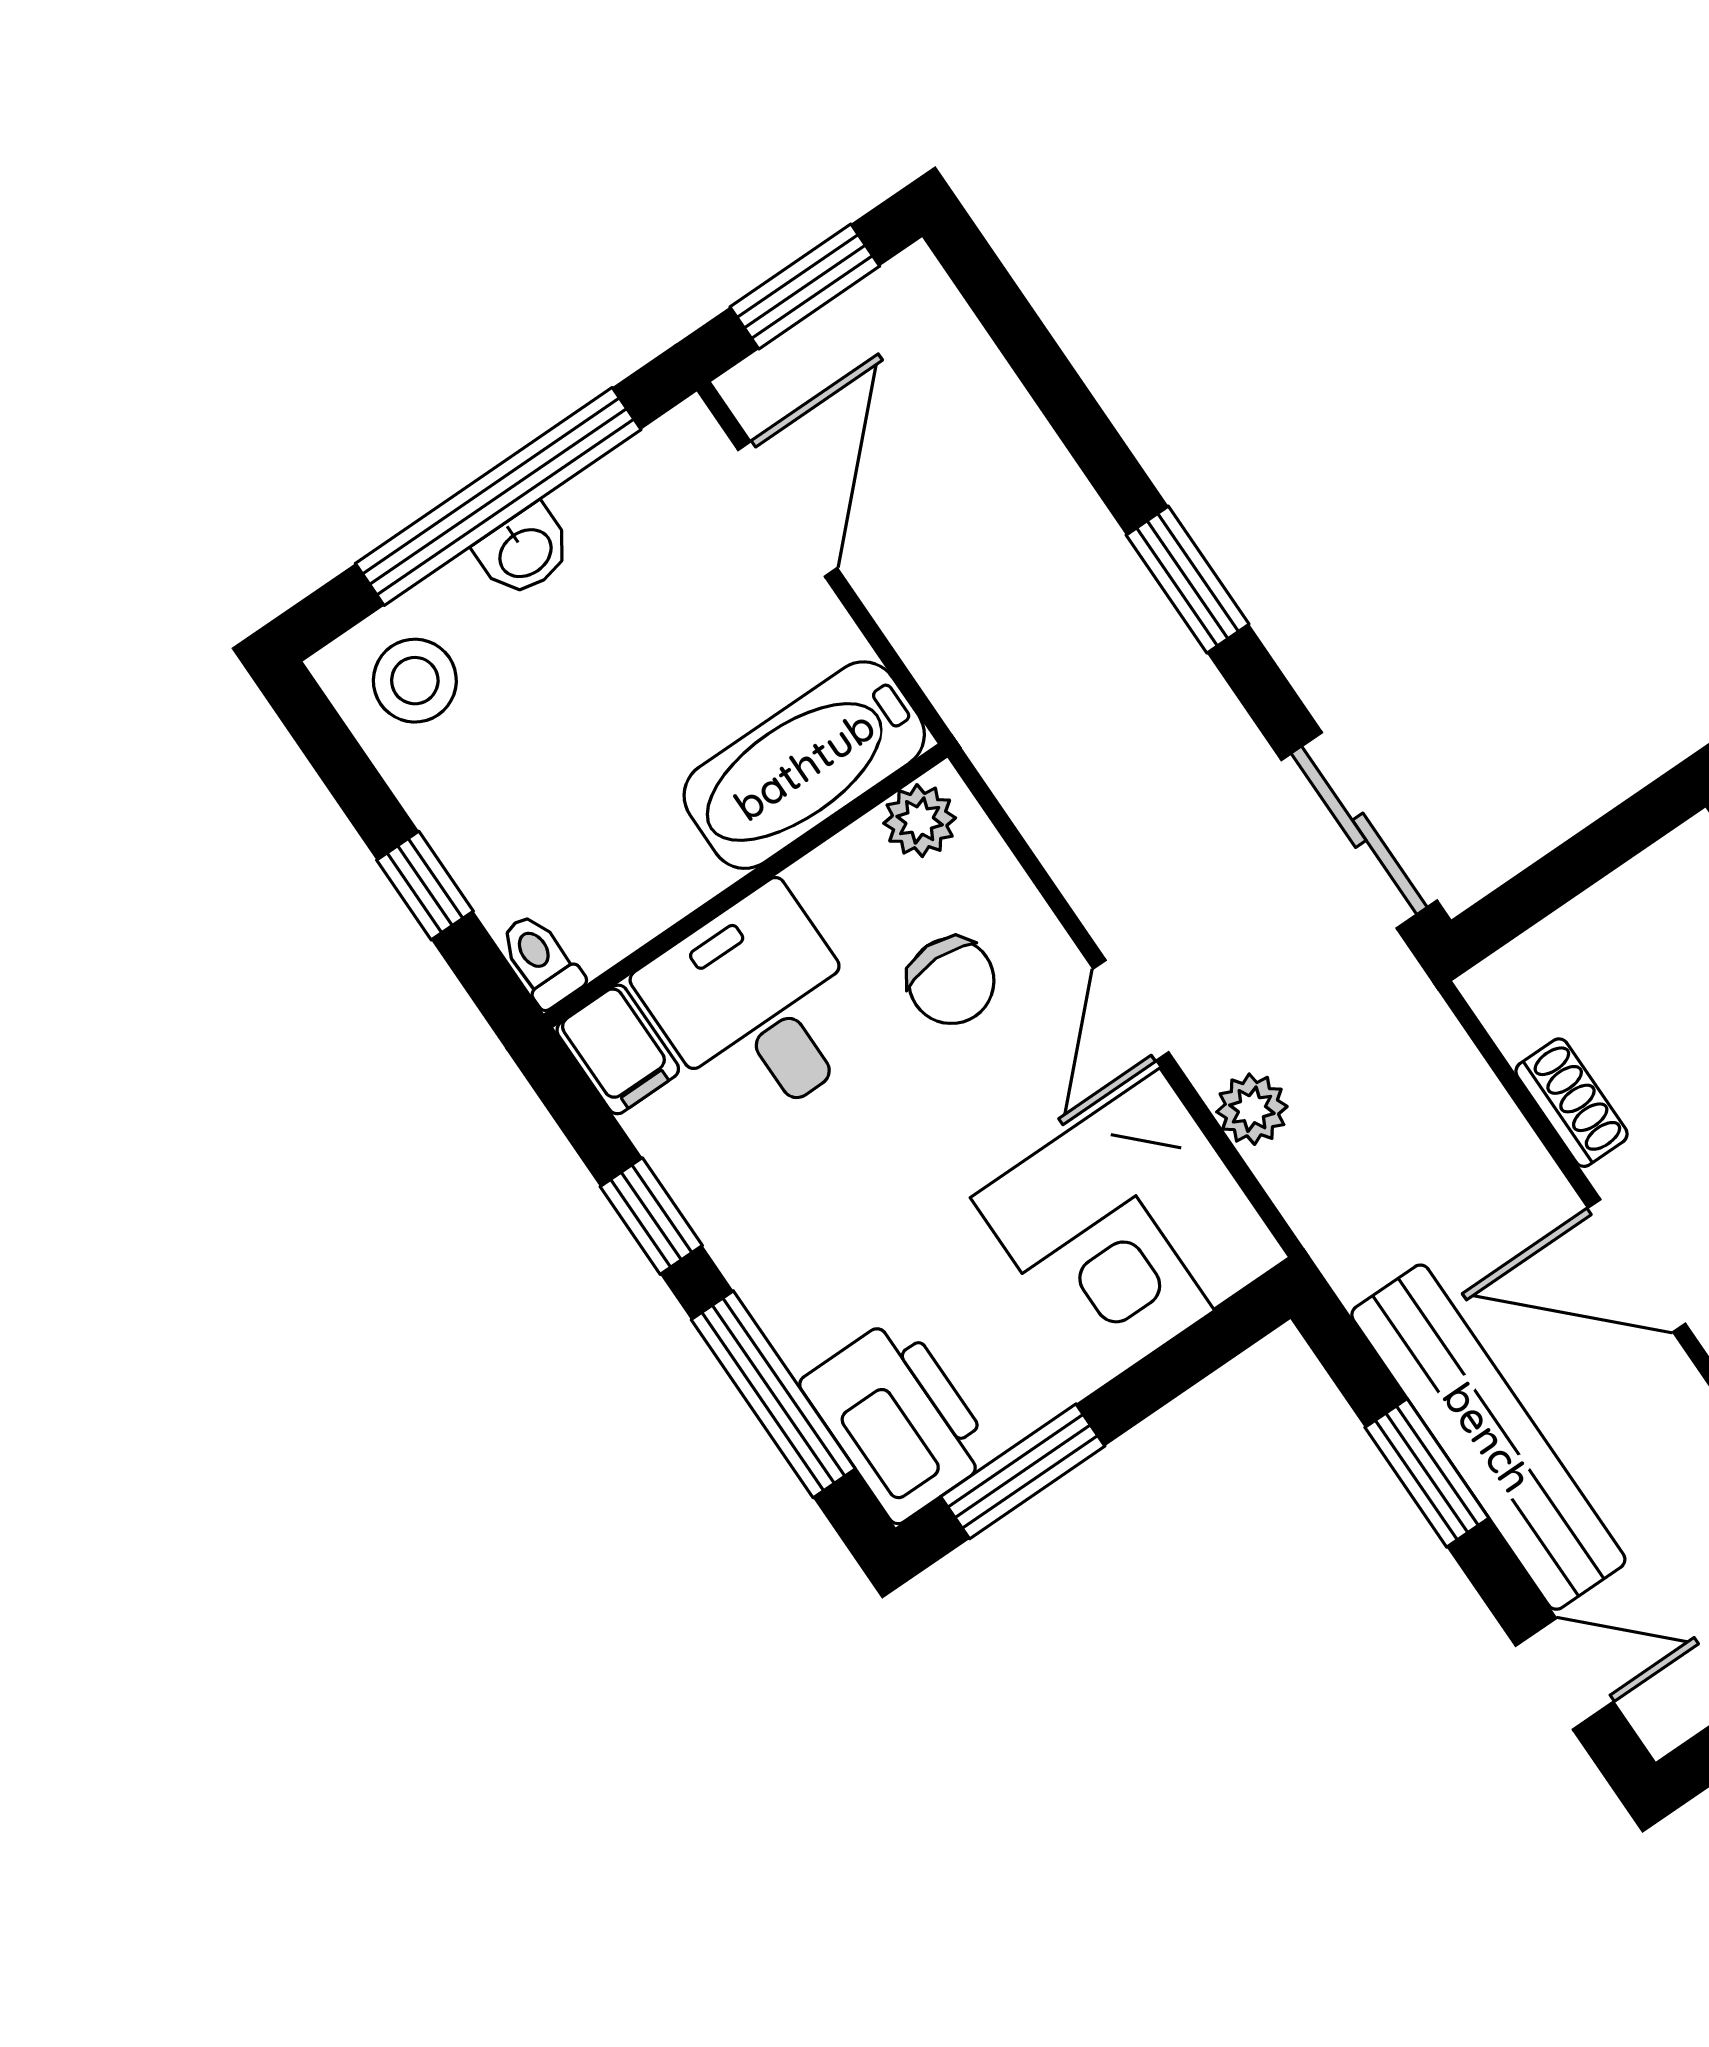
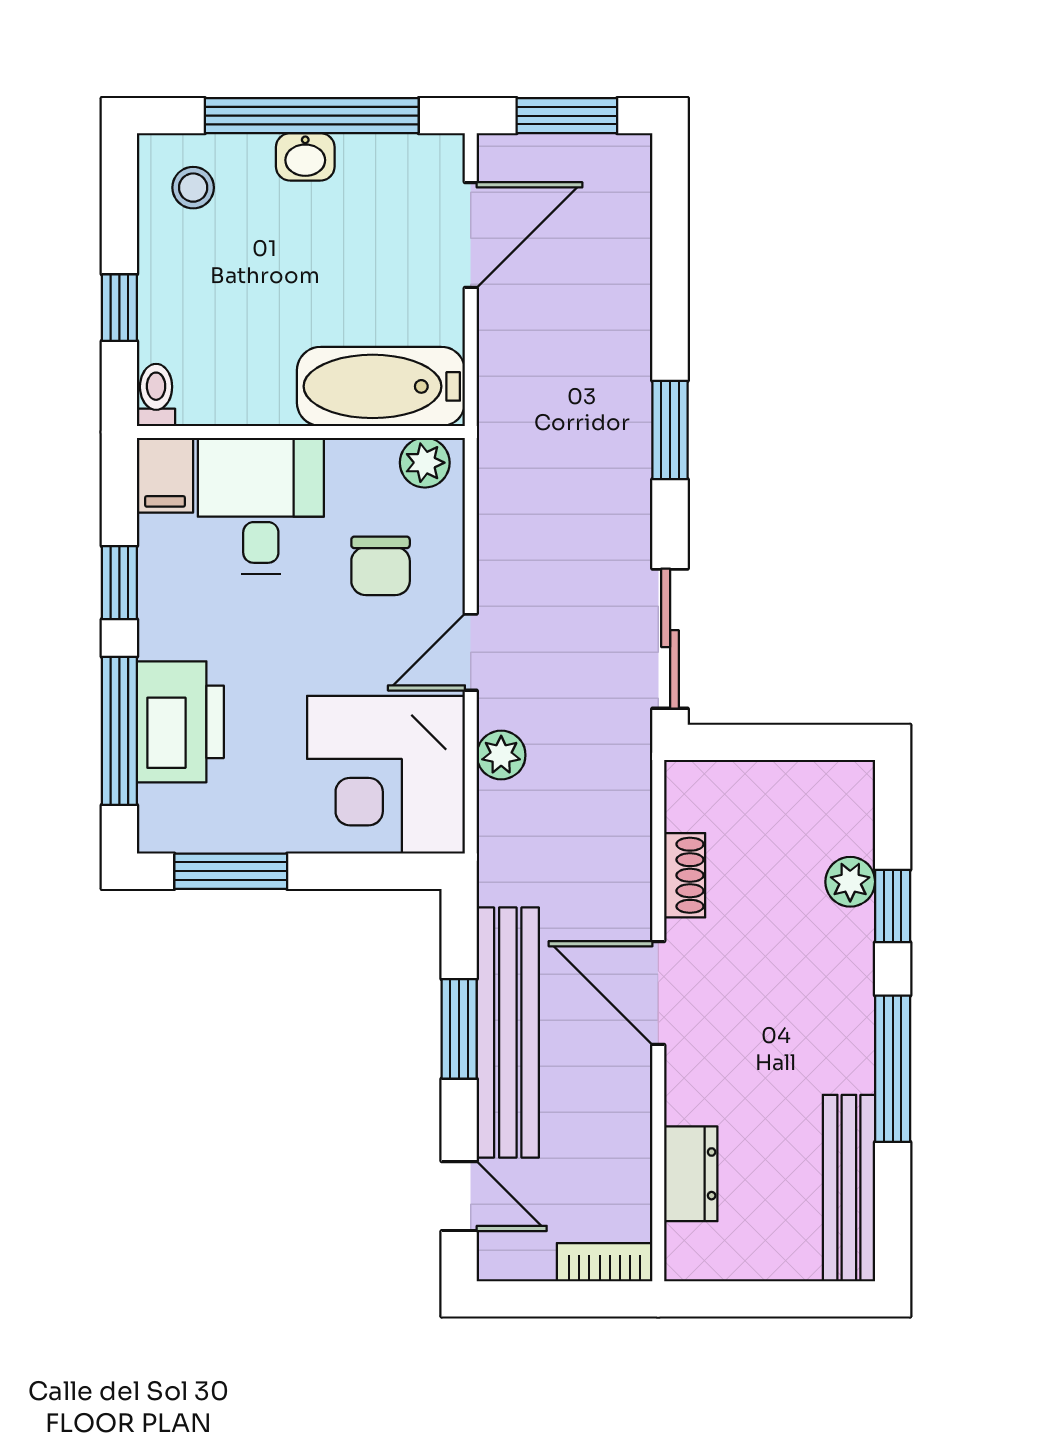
stool: (415, 681) -> (193, 188), width x0.73, depth x0.73
printer: (898, 1419) -> (180, 722), moved

